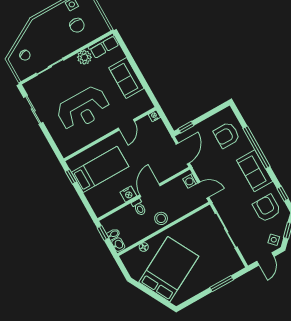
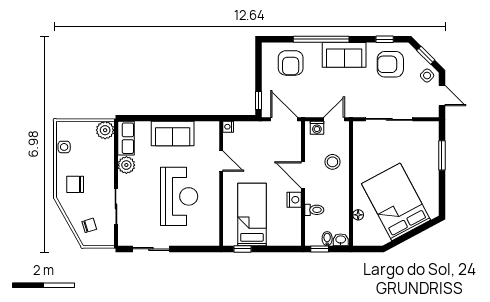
chair: (77, 25) -> (75, 184), moved, turned 180
plant: (101, 27) -> (105, 130), added
toilet: (139, 207) -> (314, 210), moved
stool: (161, 218) -> (332, 162), moved

